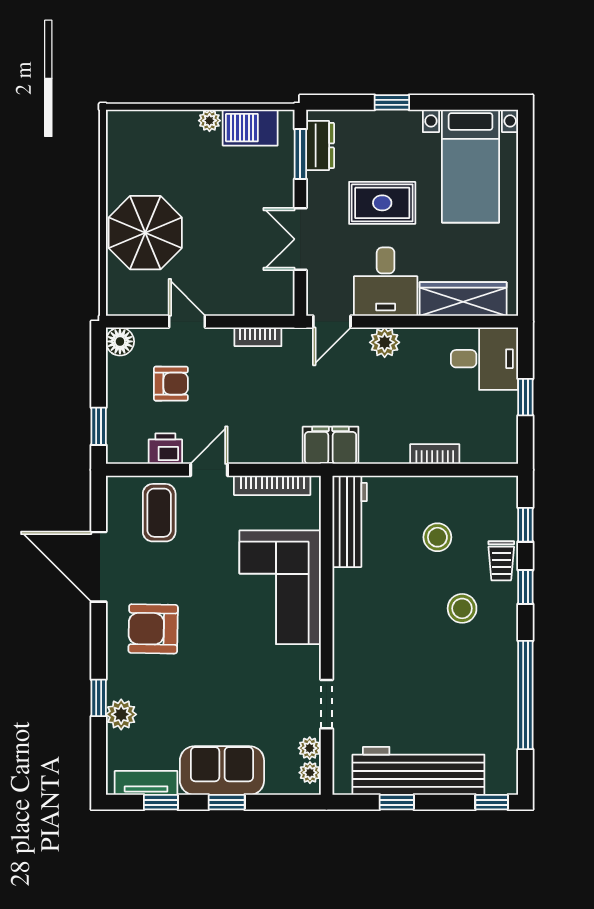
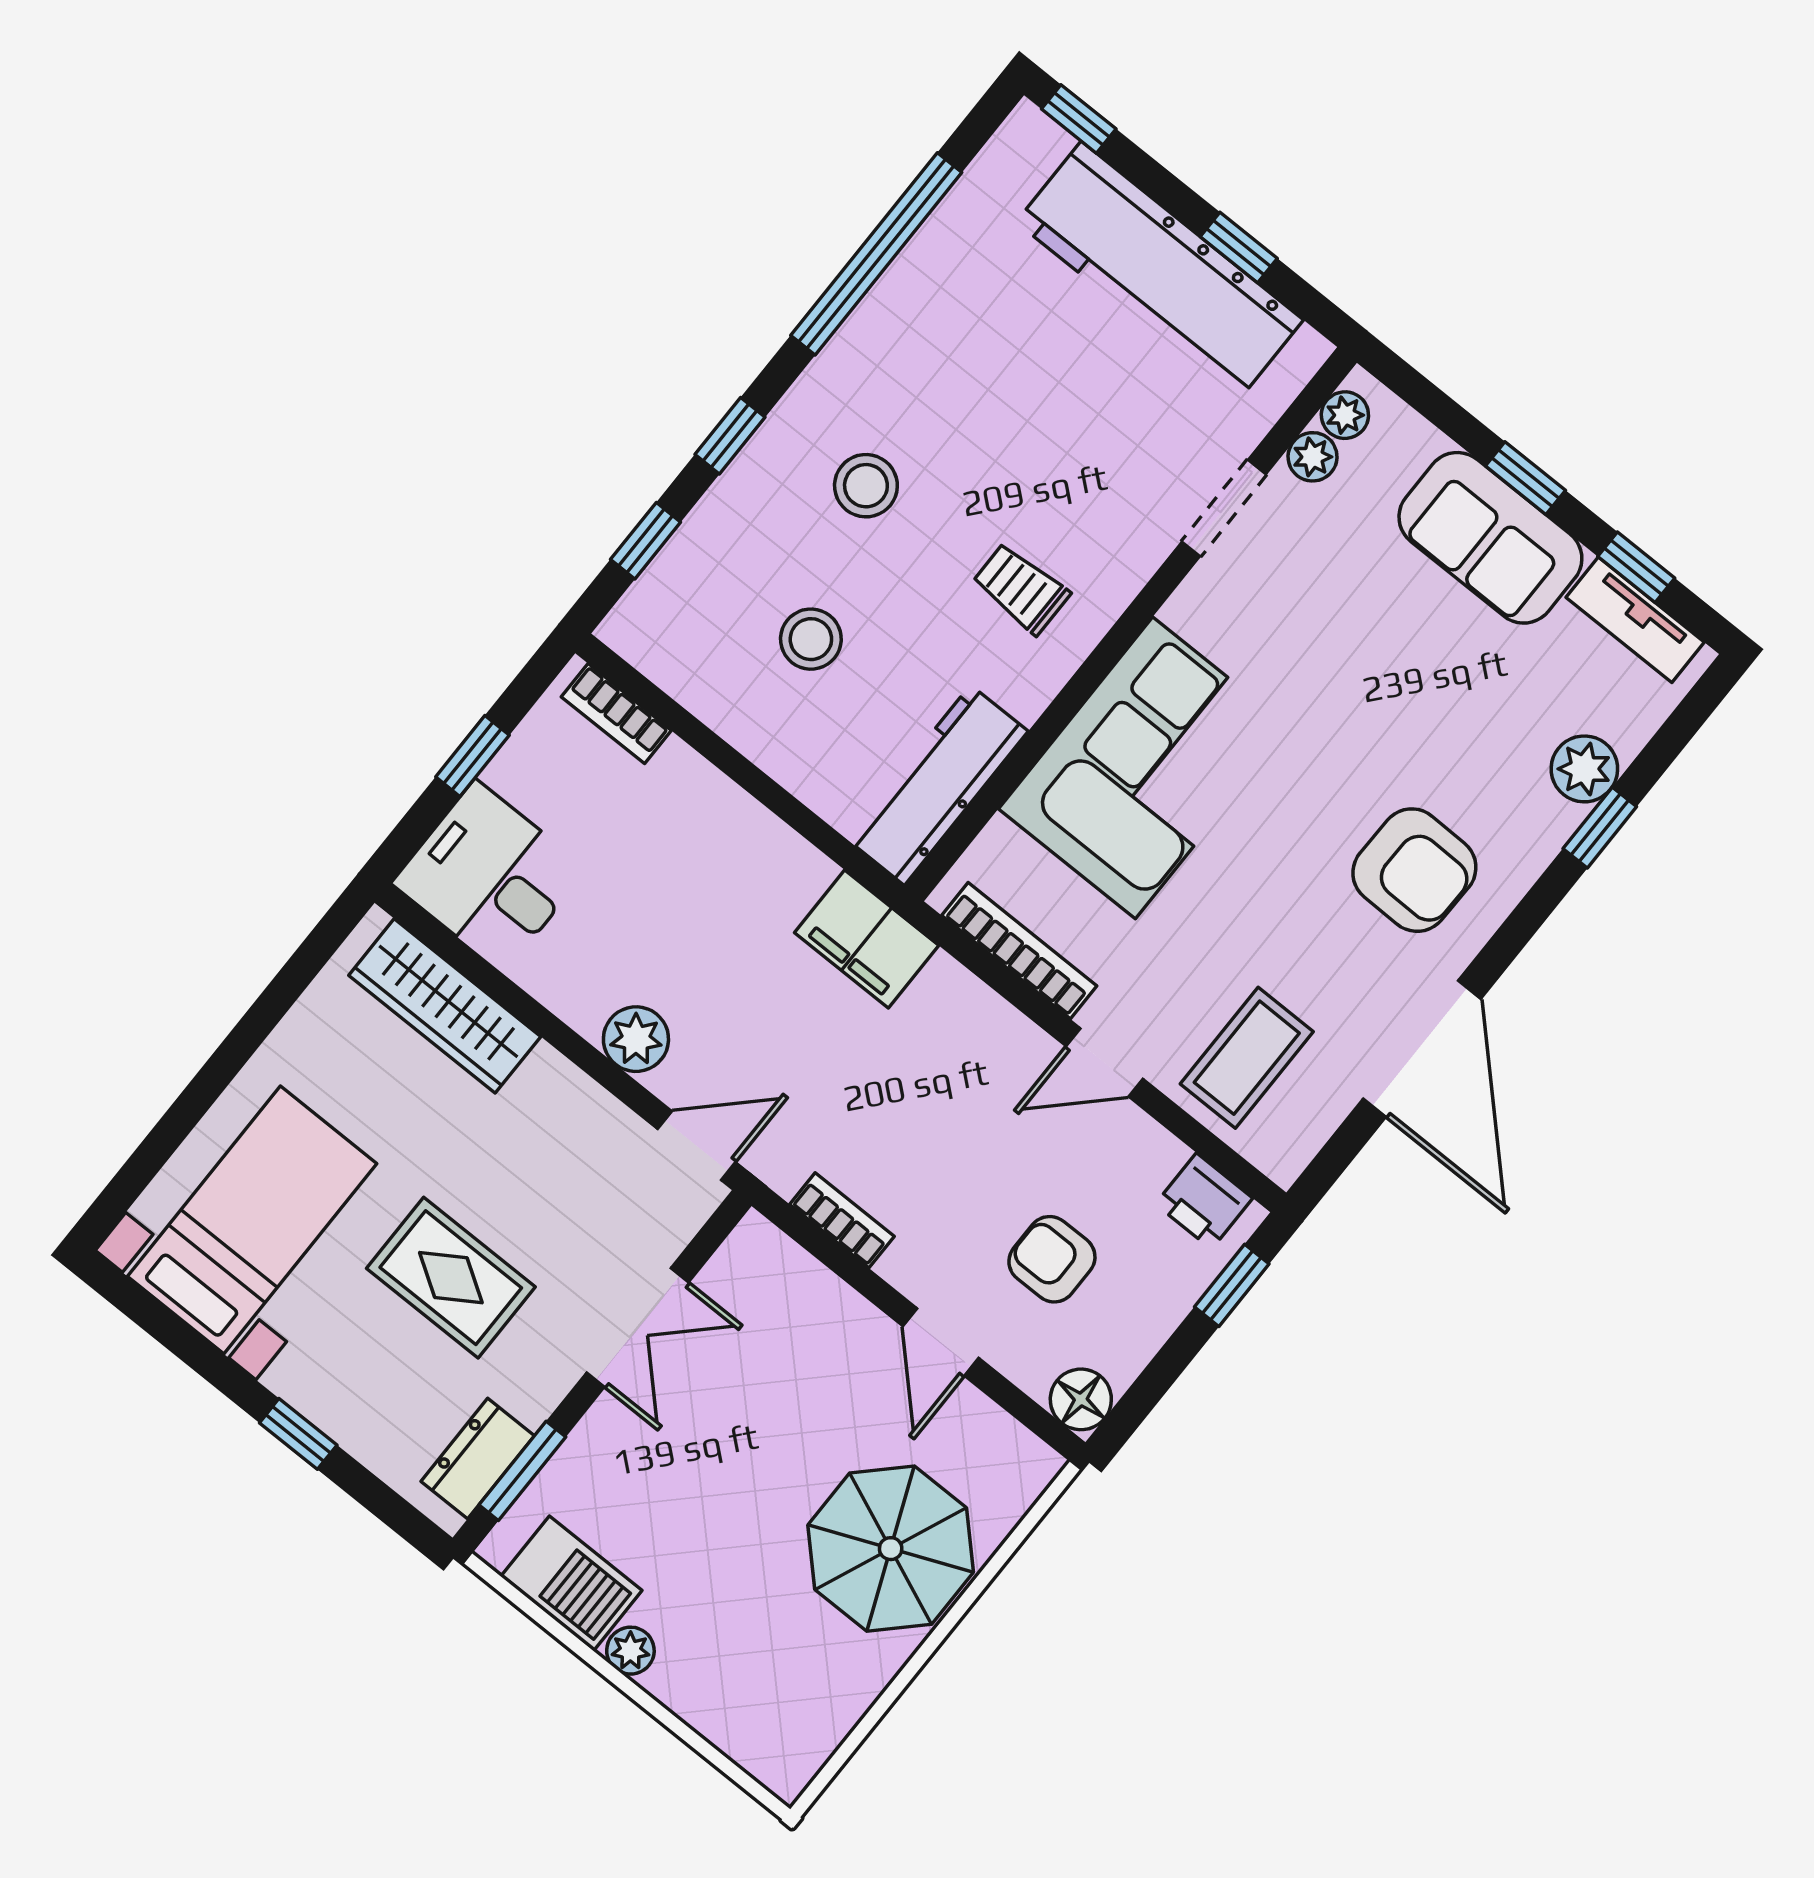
desk: (386, 282) -> (552, 1140), removed
printer: (165, 449) -> (1204, 1201), moved
bookcase: (435, 454) -> (616, 714), moved
trolley: (501, 561) -> (1021, 589), moved, turned -90

